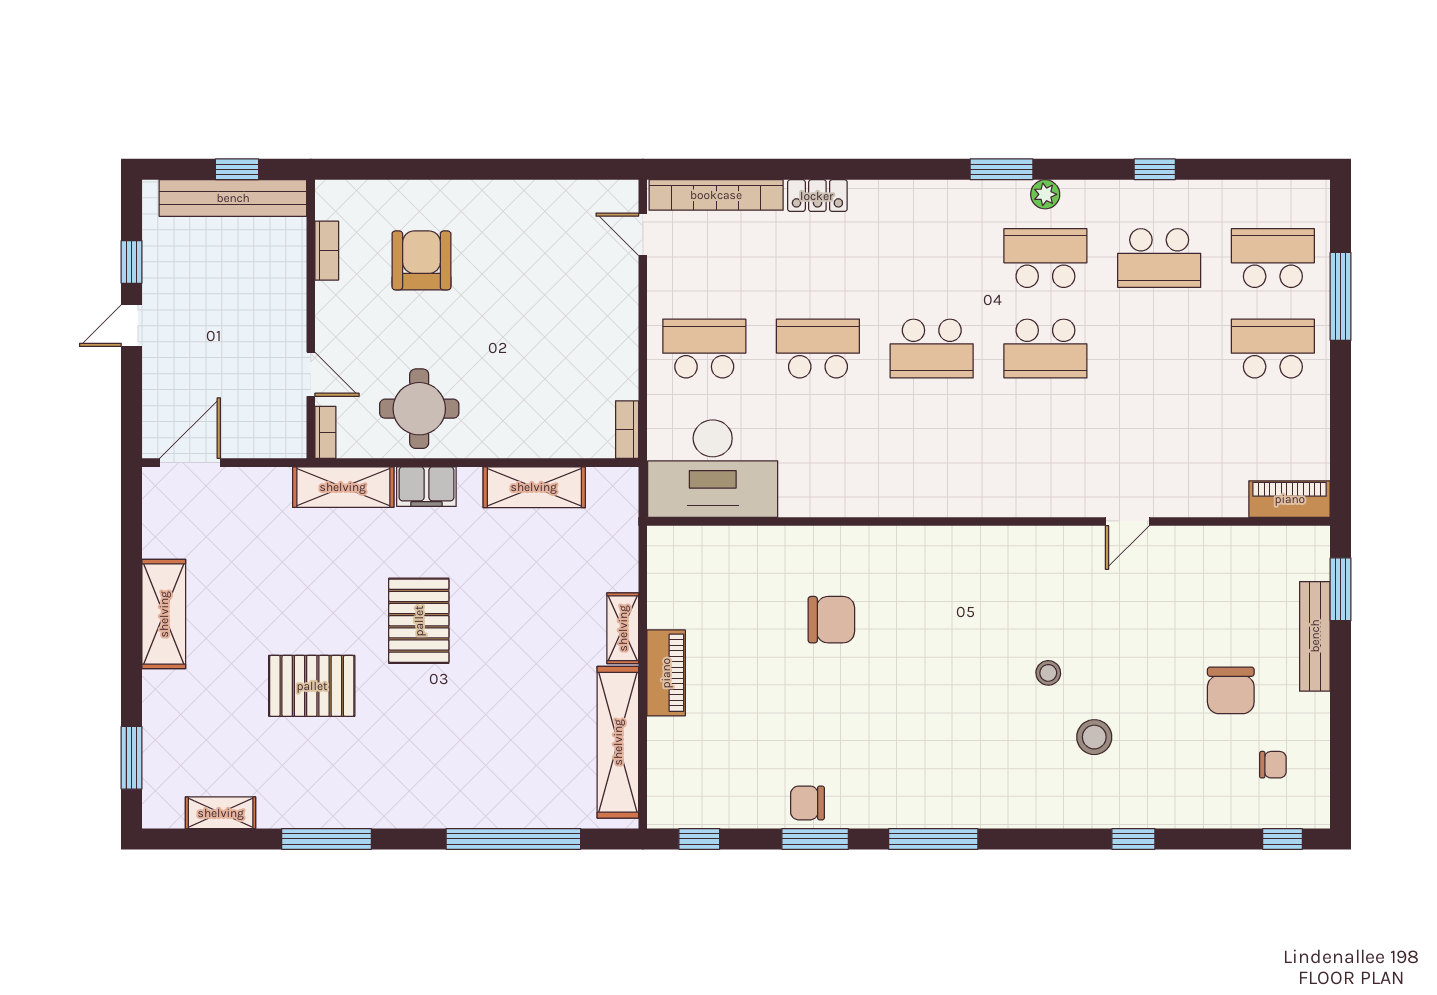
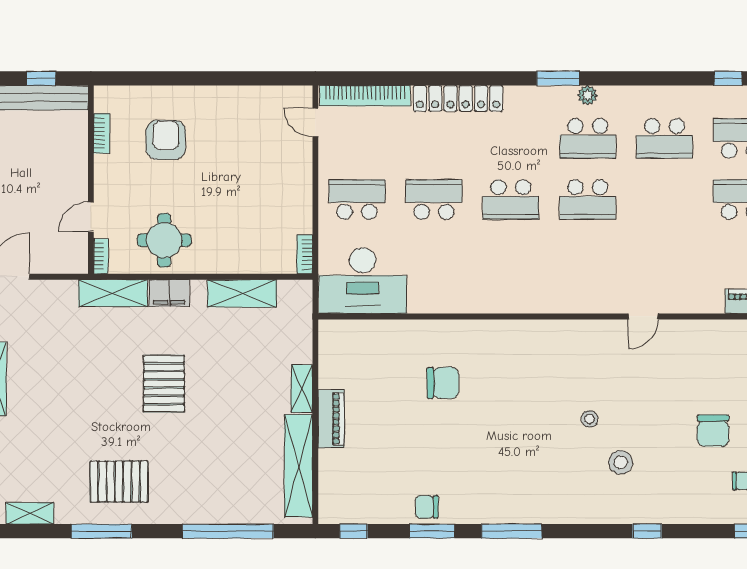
window: (1155, 169) -> (728, 78), moved
locker: (817, 196) -> (458, 98), width x2.16, depth x1.21
school desk: (1045, 258) -> (588, 138), turned 180
door: (311, 374) -> (91, 217), swing flipped
pallet: (312, 686) -> (119, 482), moved

